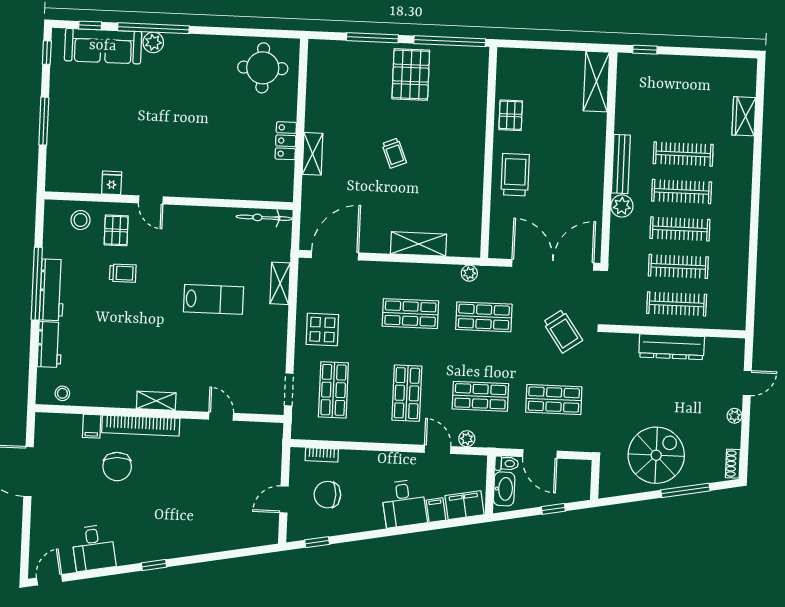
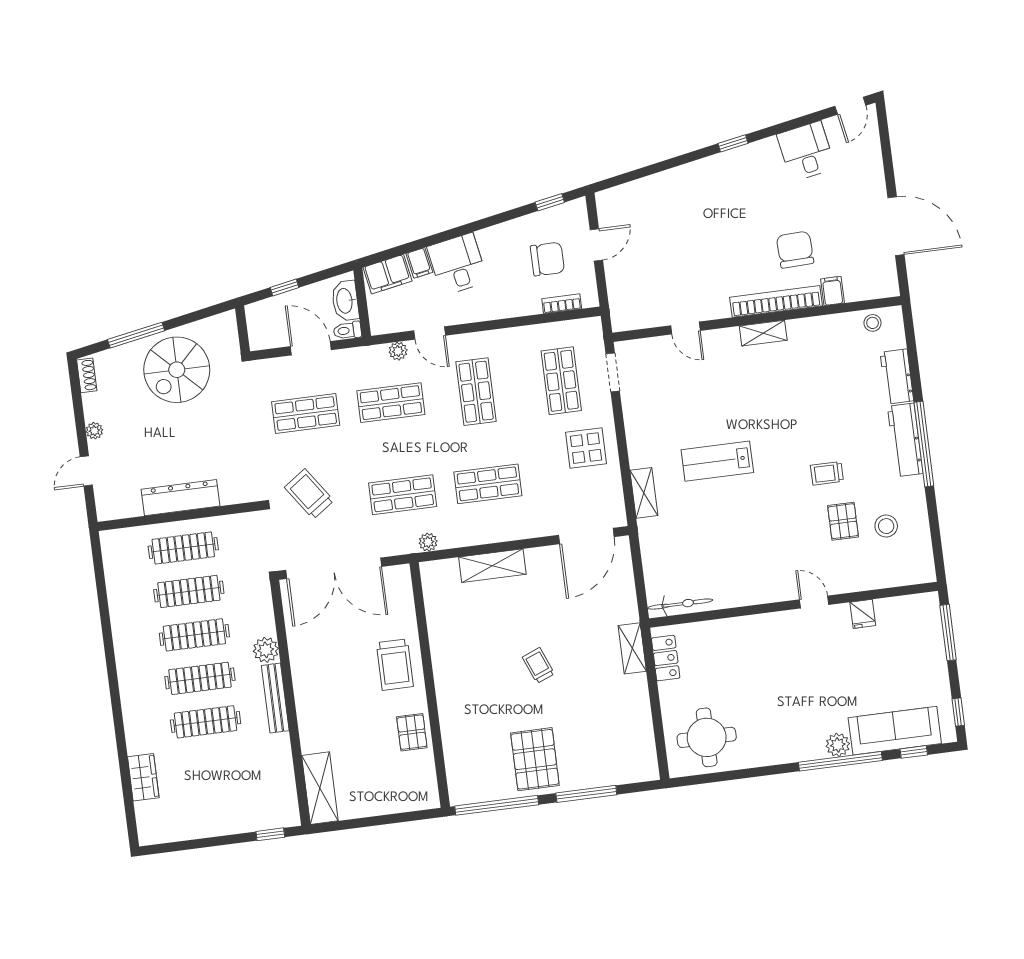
fridge: (112, 183) -> (863, 614), moved
door: (151, 200) -> (814, 602), moved
wall: (169, 201) -> (793, 605), moved
bicycle: (264, 218) -> (680, 604), moved

